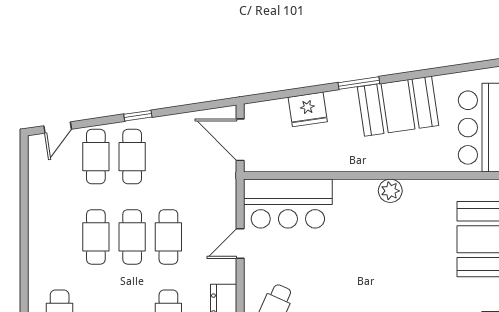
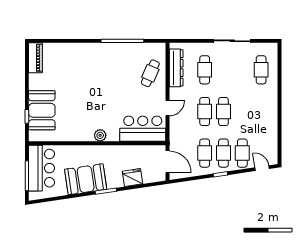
door: (58, 127) -> (262, 168), hinge flipped
plant: (390, 191) -> (100, 135), moved
cafe table: (96, 237) -> (205, 153), moved

